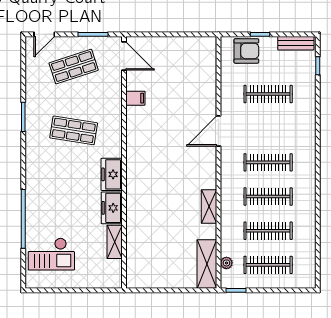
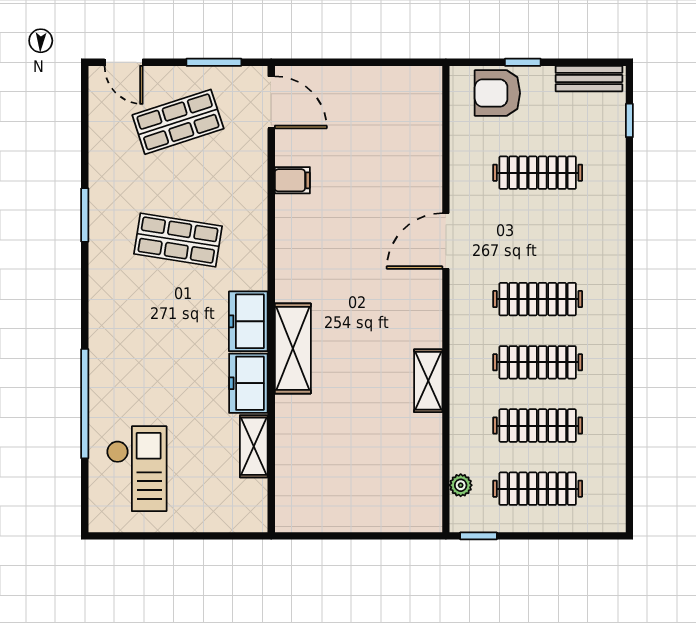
door: (44, 34) -> (124, 62), hinge flipped
armchair: (246, 51) -> (497, 93), turned 180
checkout: (51, 254) -> (137, 469), turned -90
shelving: (207, 264) -> (293, 348), moved

